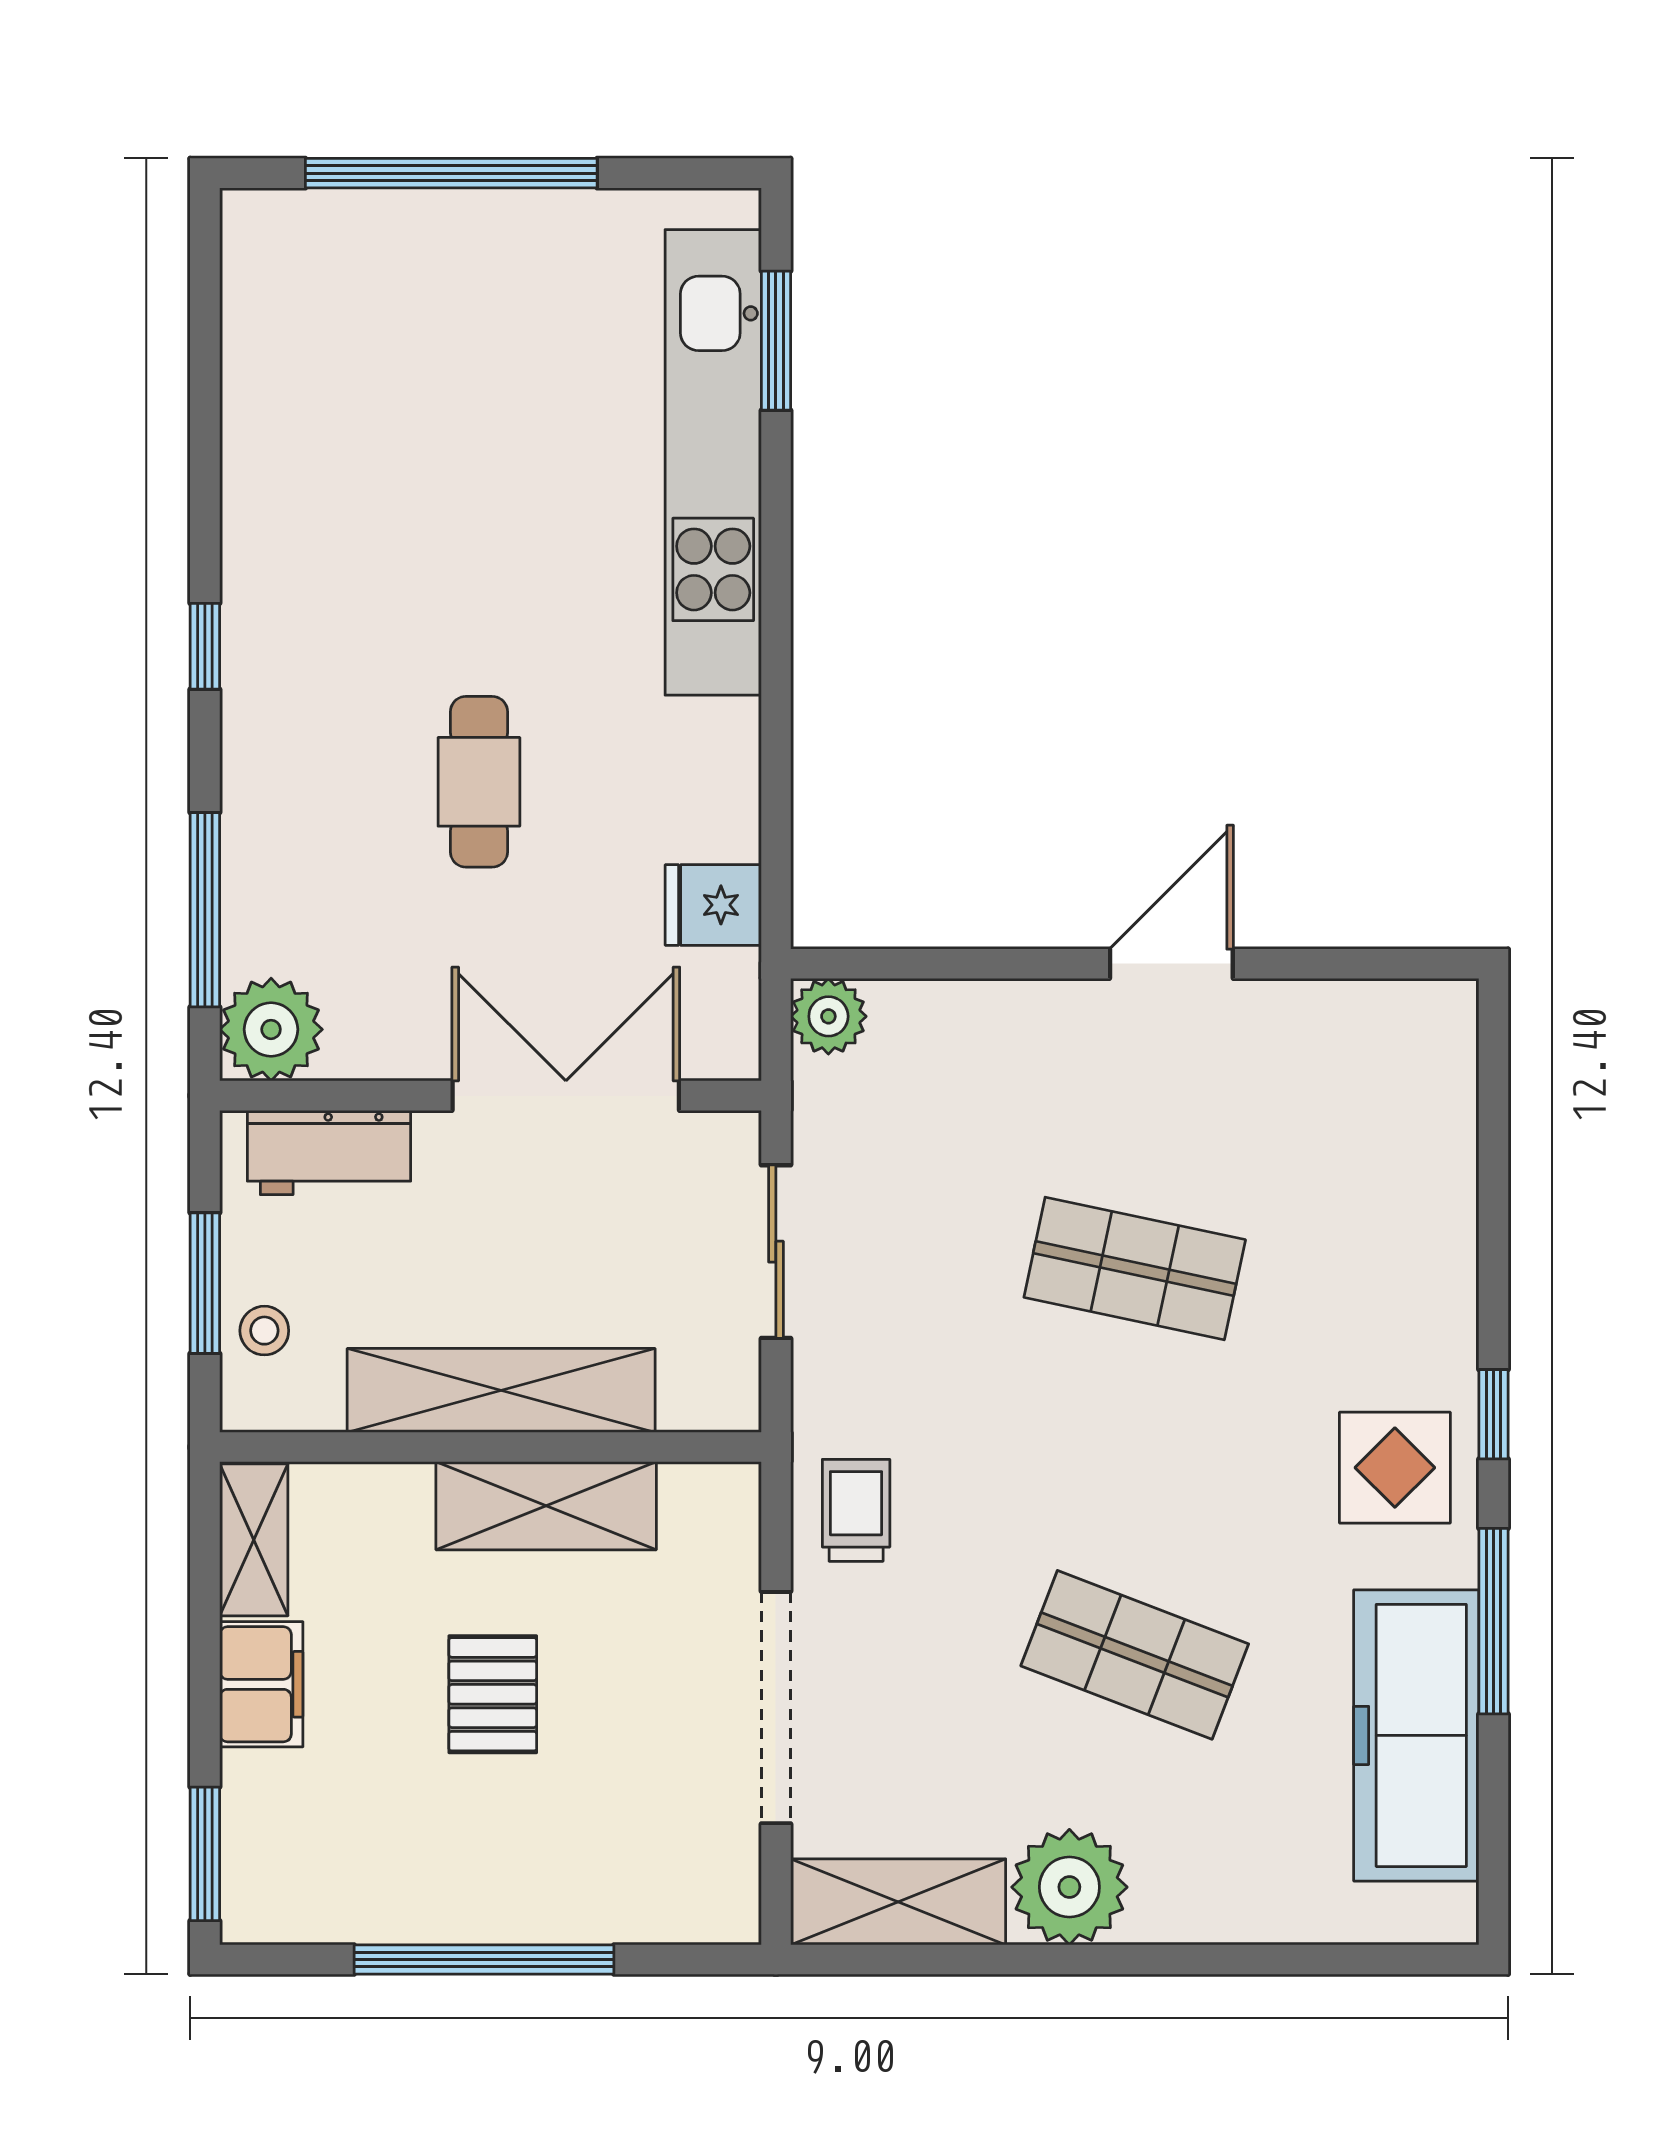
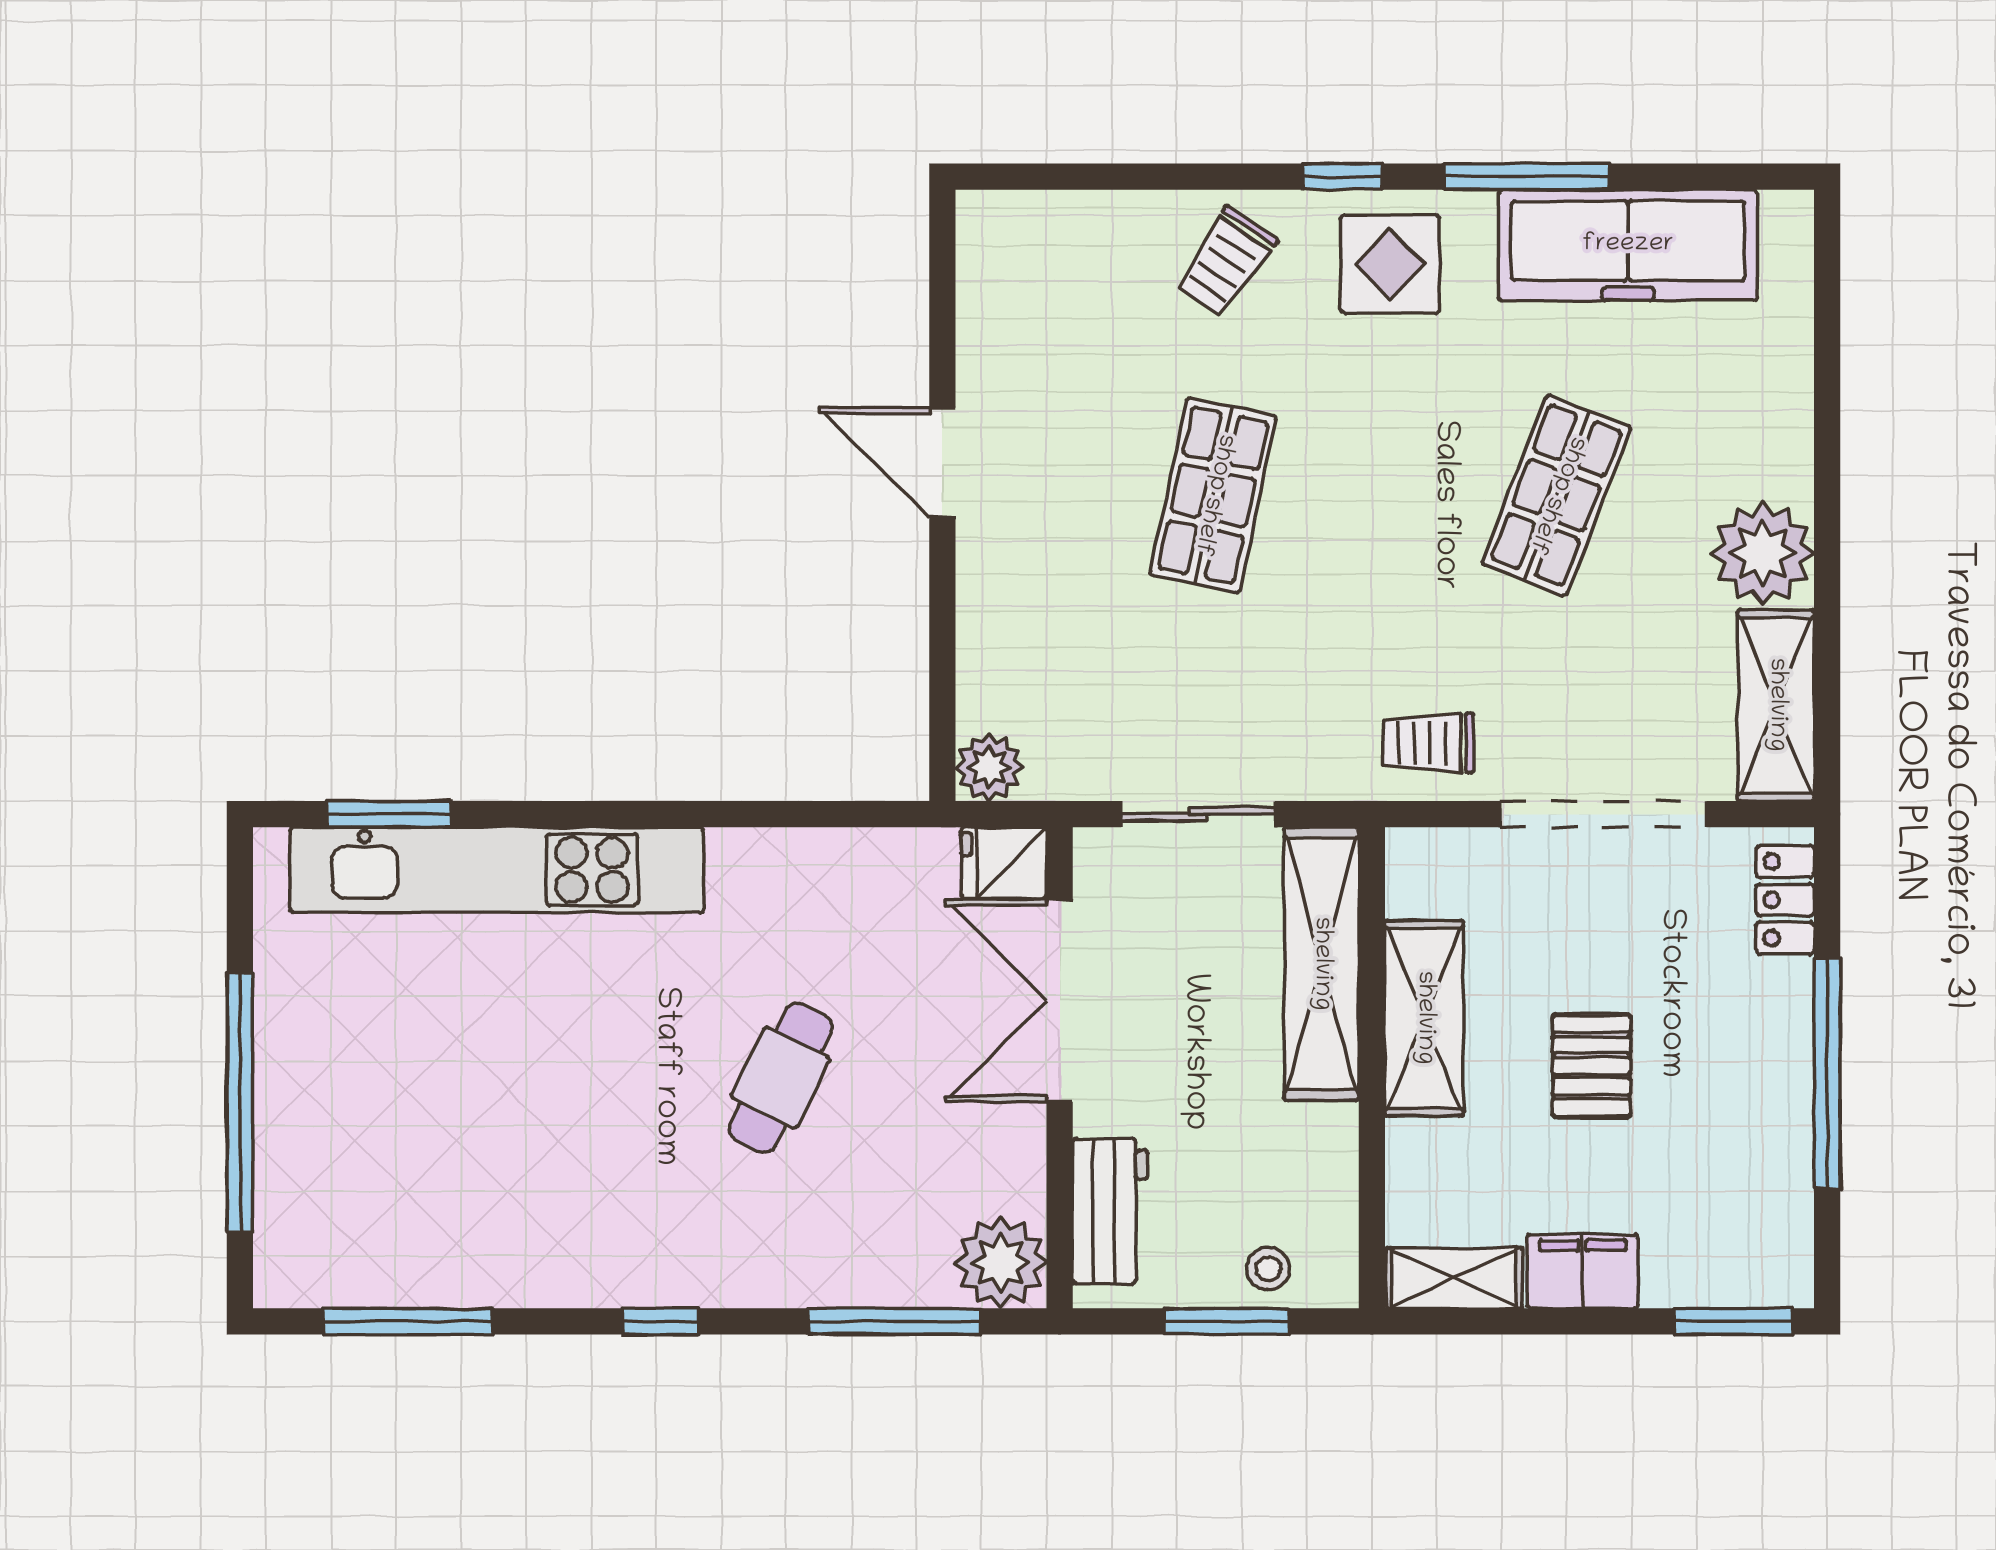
window: (205, 362) -> (408, 1321), added
cafe table: (479, 782) -> (781, 1078), turned -64
fridge: (713, 905) -> (1004, 863), moved, turned 90
trolley: (1397, 1283) -> (1226, 262), added
shelving: (501, 1390) -> (1321, 964), moved
pallet: (493, 1694) -> (1591, 1066), turned 90
locker: (679, 1912) -> (1785, 900), added

